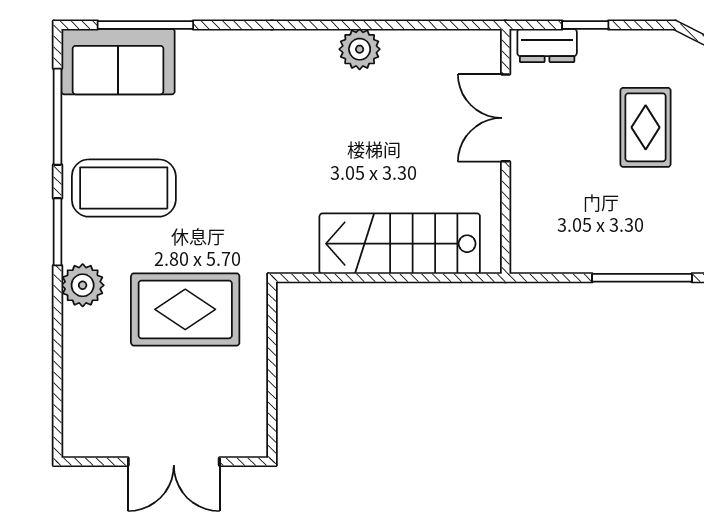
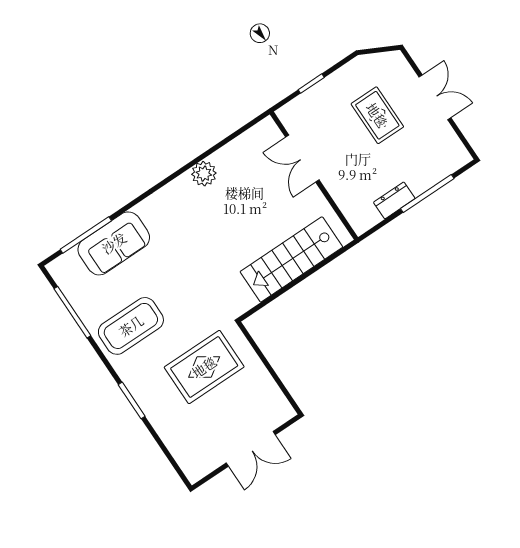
dresser: (547, 45) -> (394, 200), moved, turned 180
sofa: (118, 62) -> (114, 243), moved
window: (57, 232) -> (132, 400), moved
plant: (83, 285) -> (143, 390), removed

